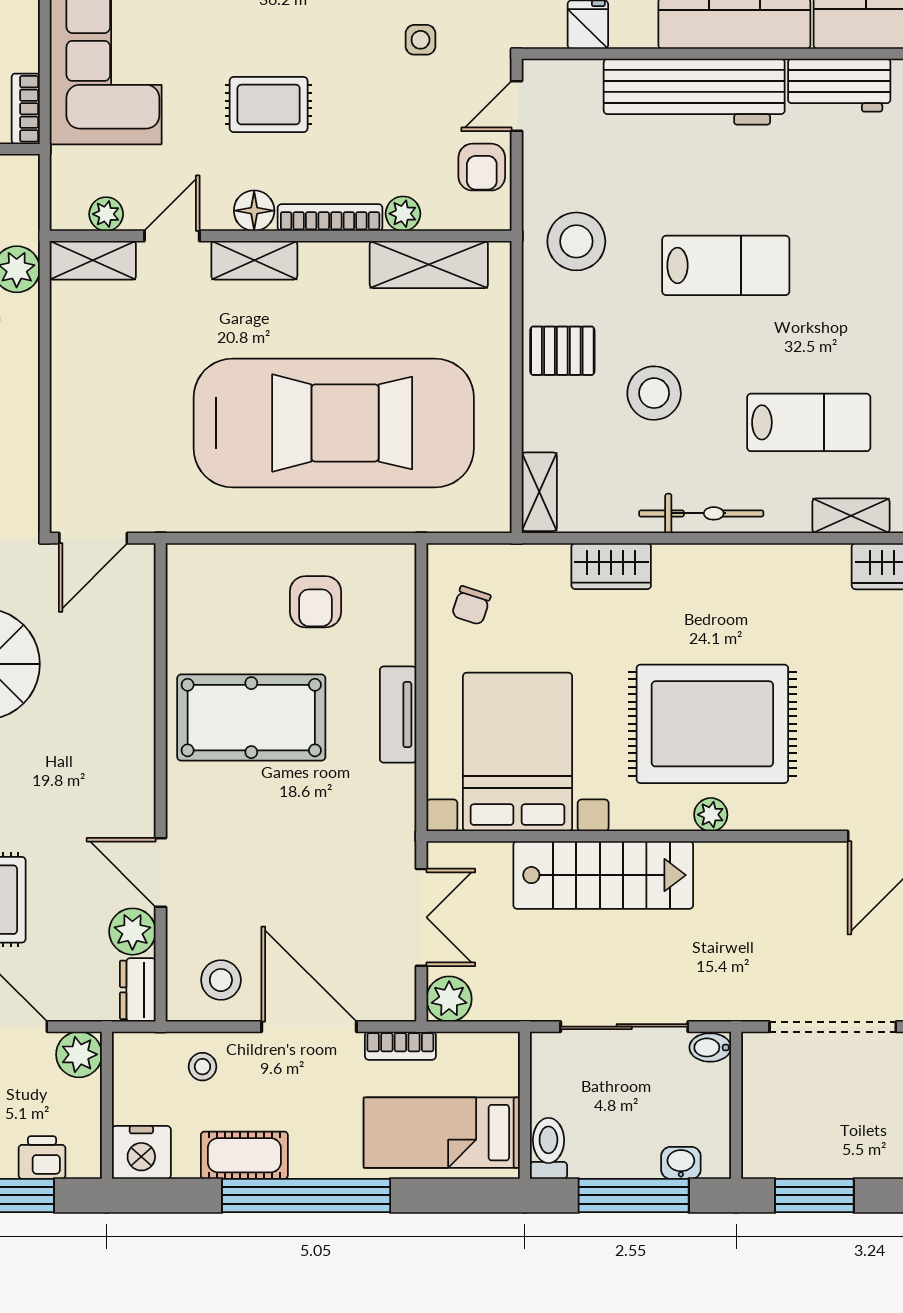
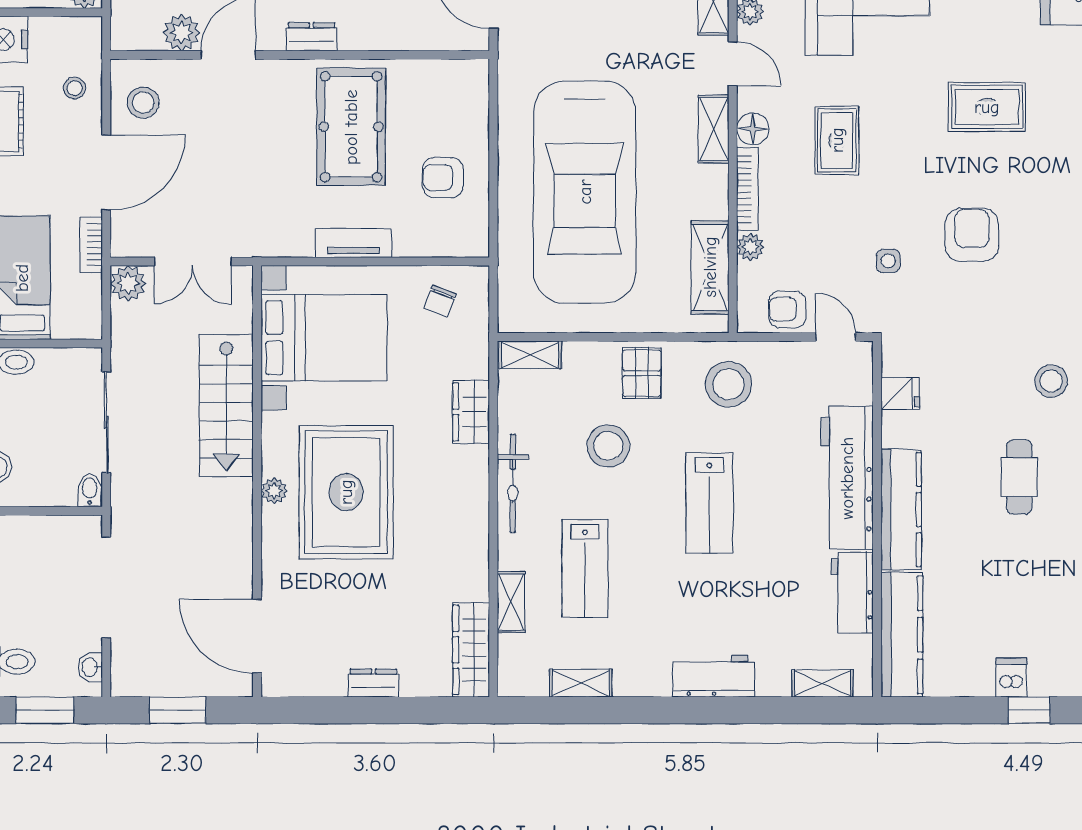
chair: (471, 605) -> (440, 301), turned -87
dresser: (138, 990) -> (311, 37), moved

